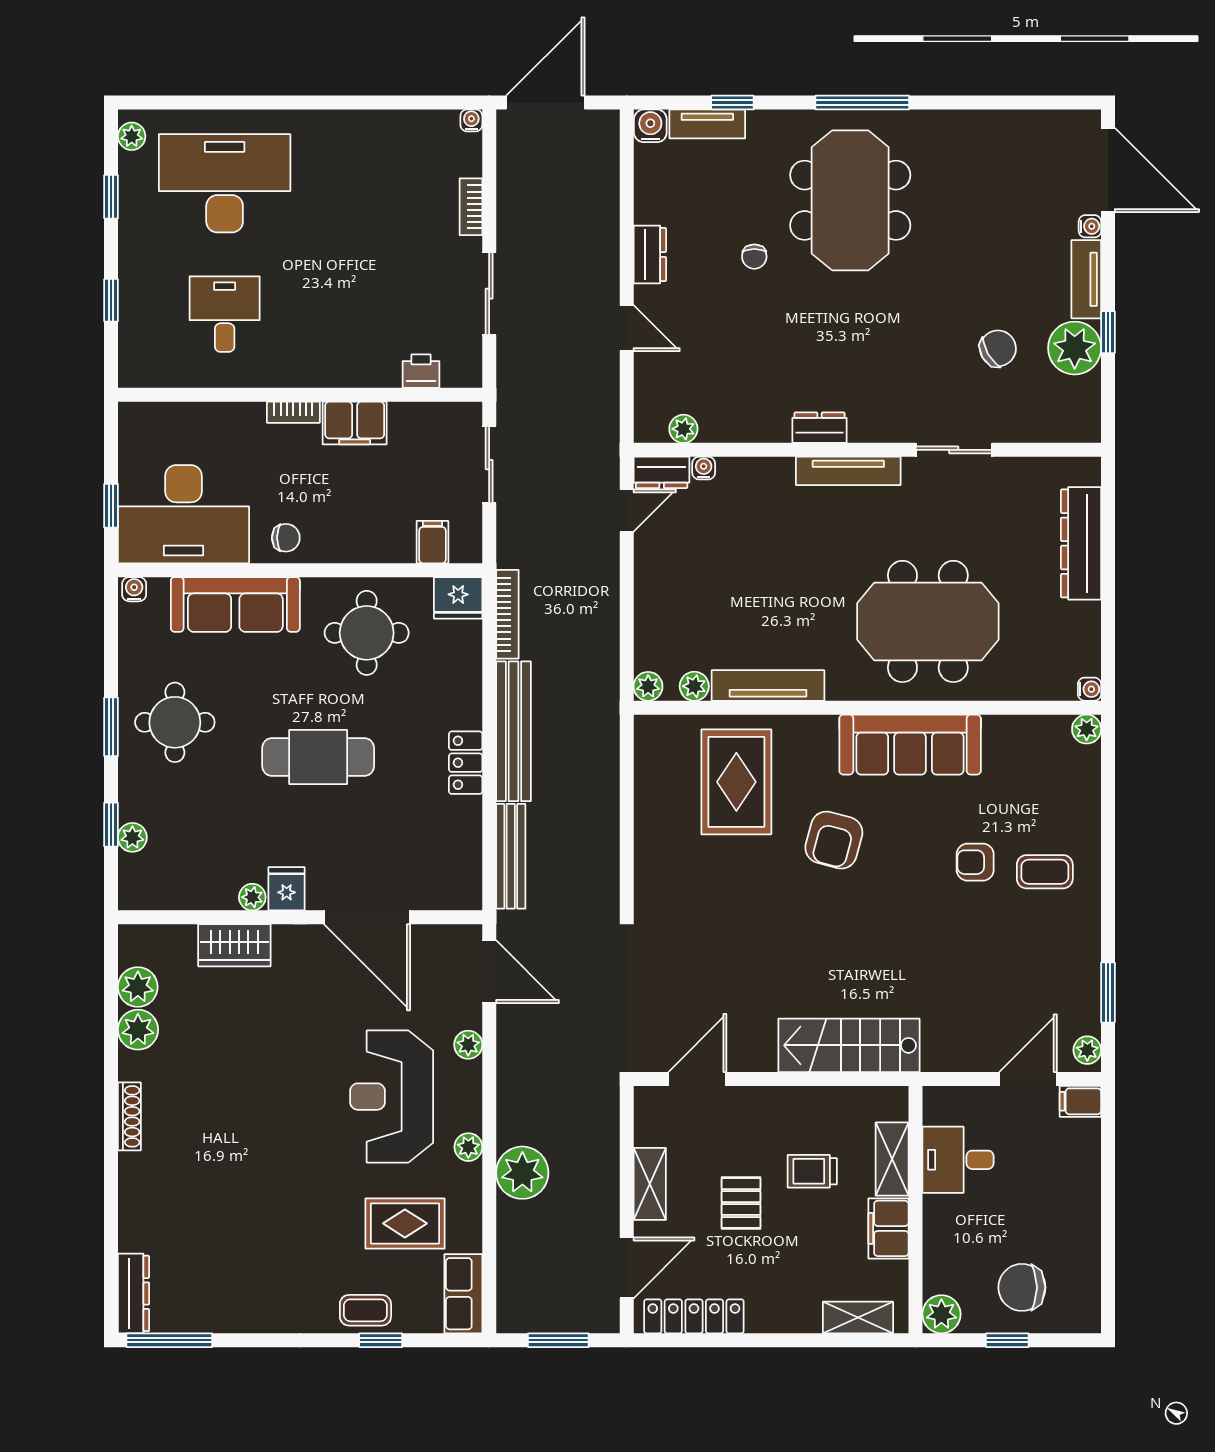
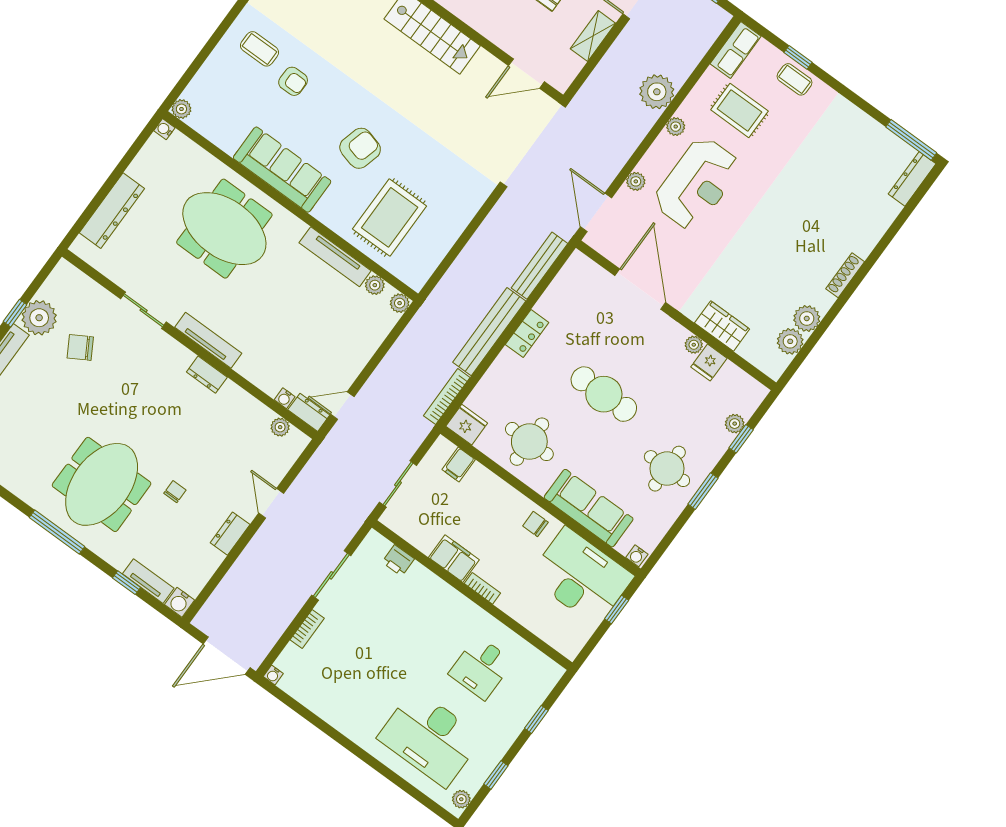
fridge: (287, 889) -> (709, 363), moved

